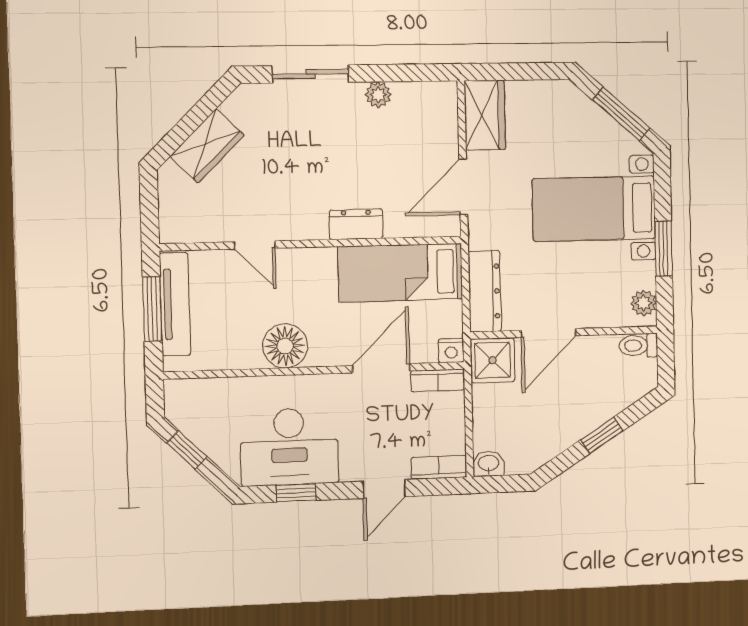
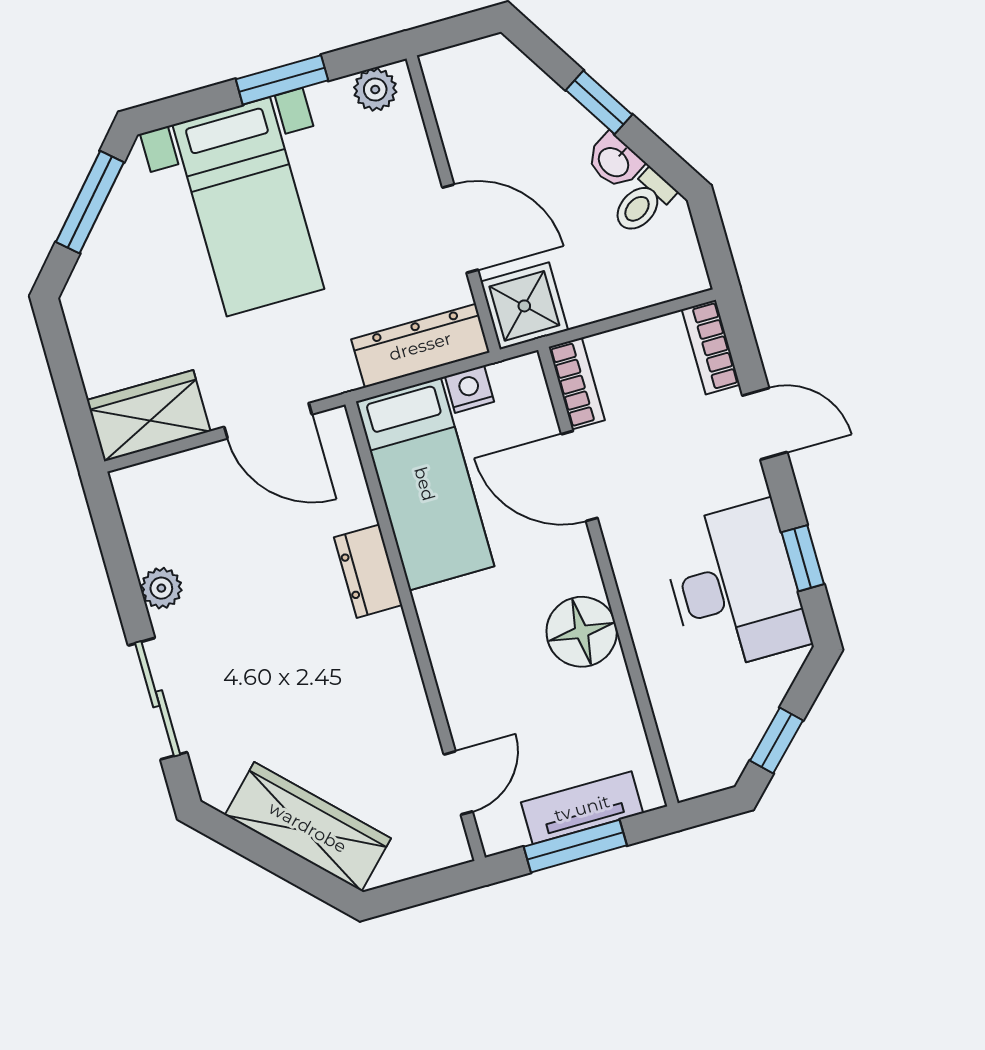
wardrobe: (207, 146) -> (308, 827), width x1.50
door: (255, 245) -> (458, 783), moved
tv unit: (175, 304) -> (582, 808), width x0.71
toilet: (638, 345) -> (643, 202), moved, turned 58
nightstand: (451, 351) -> (470, 389), moved, turned -90
washbasin: (488, 464) -> (614, 161), moved, turned -32

